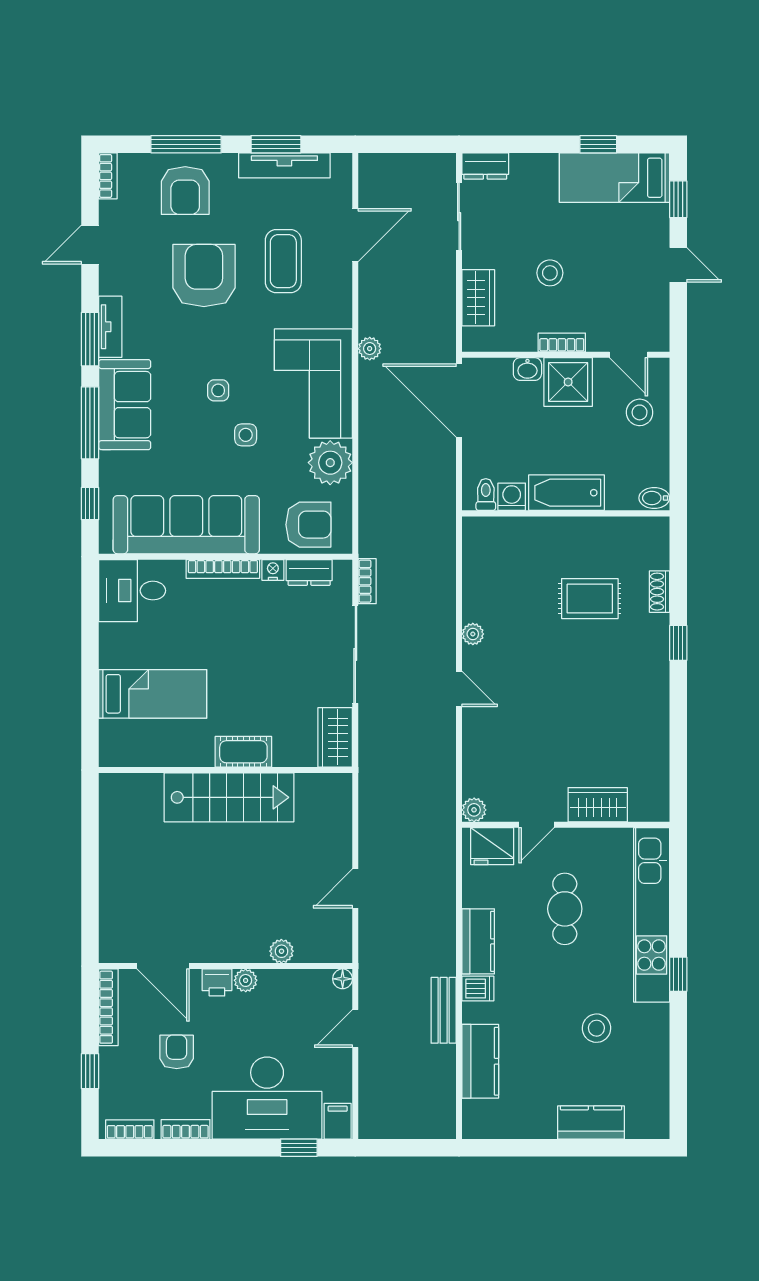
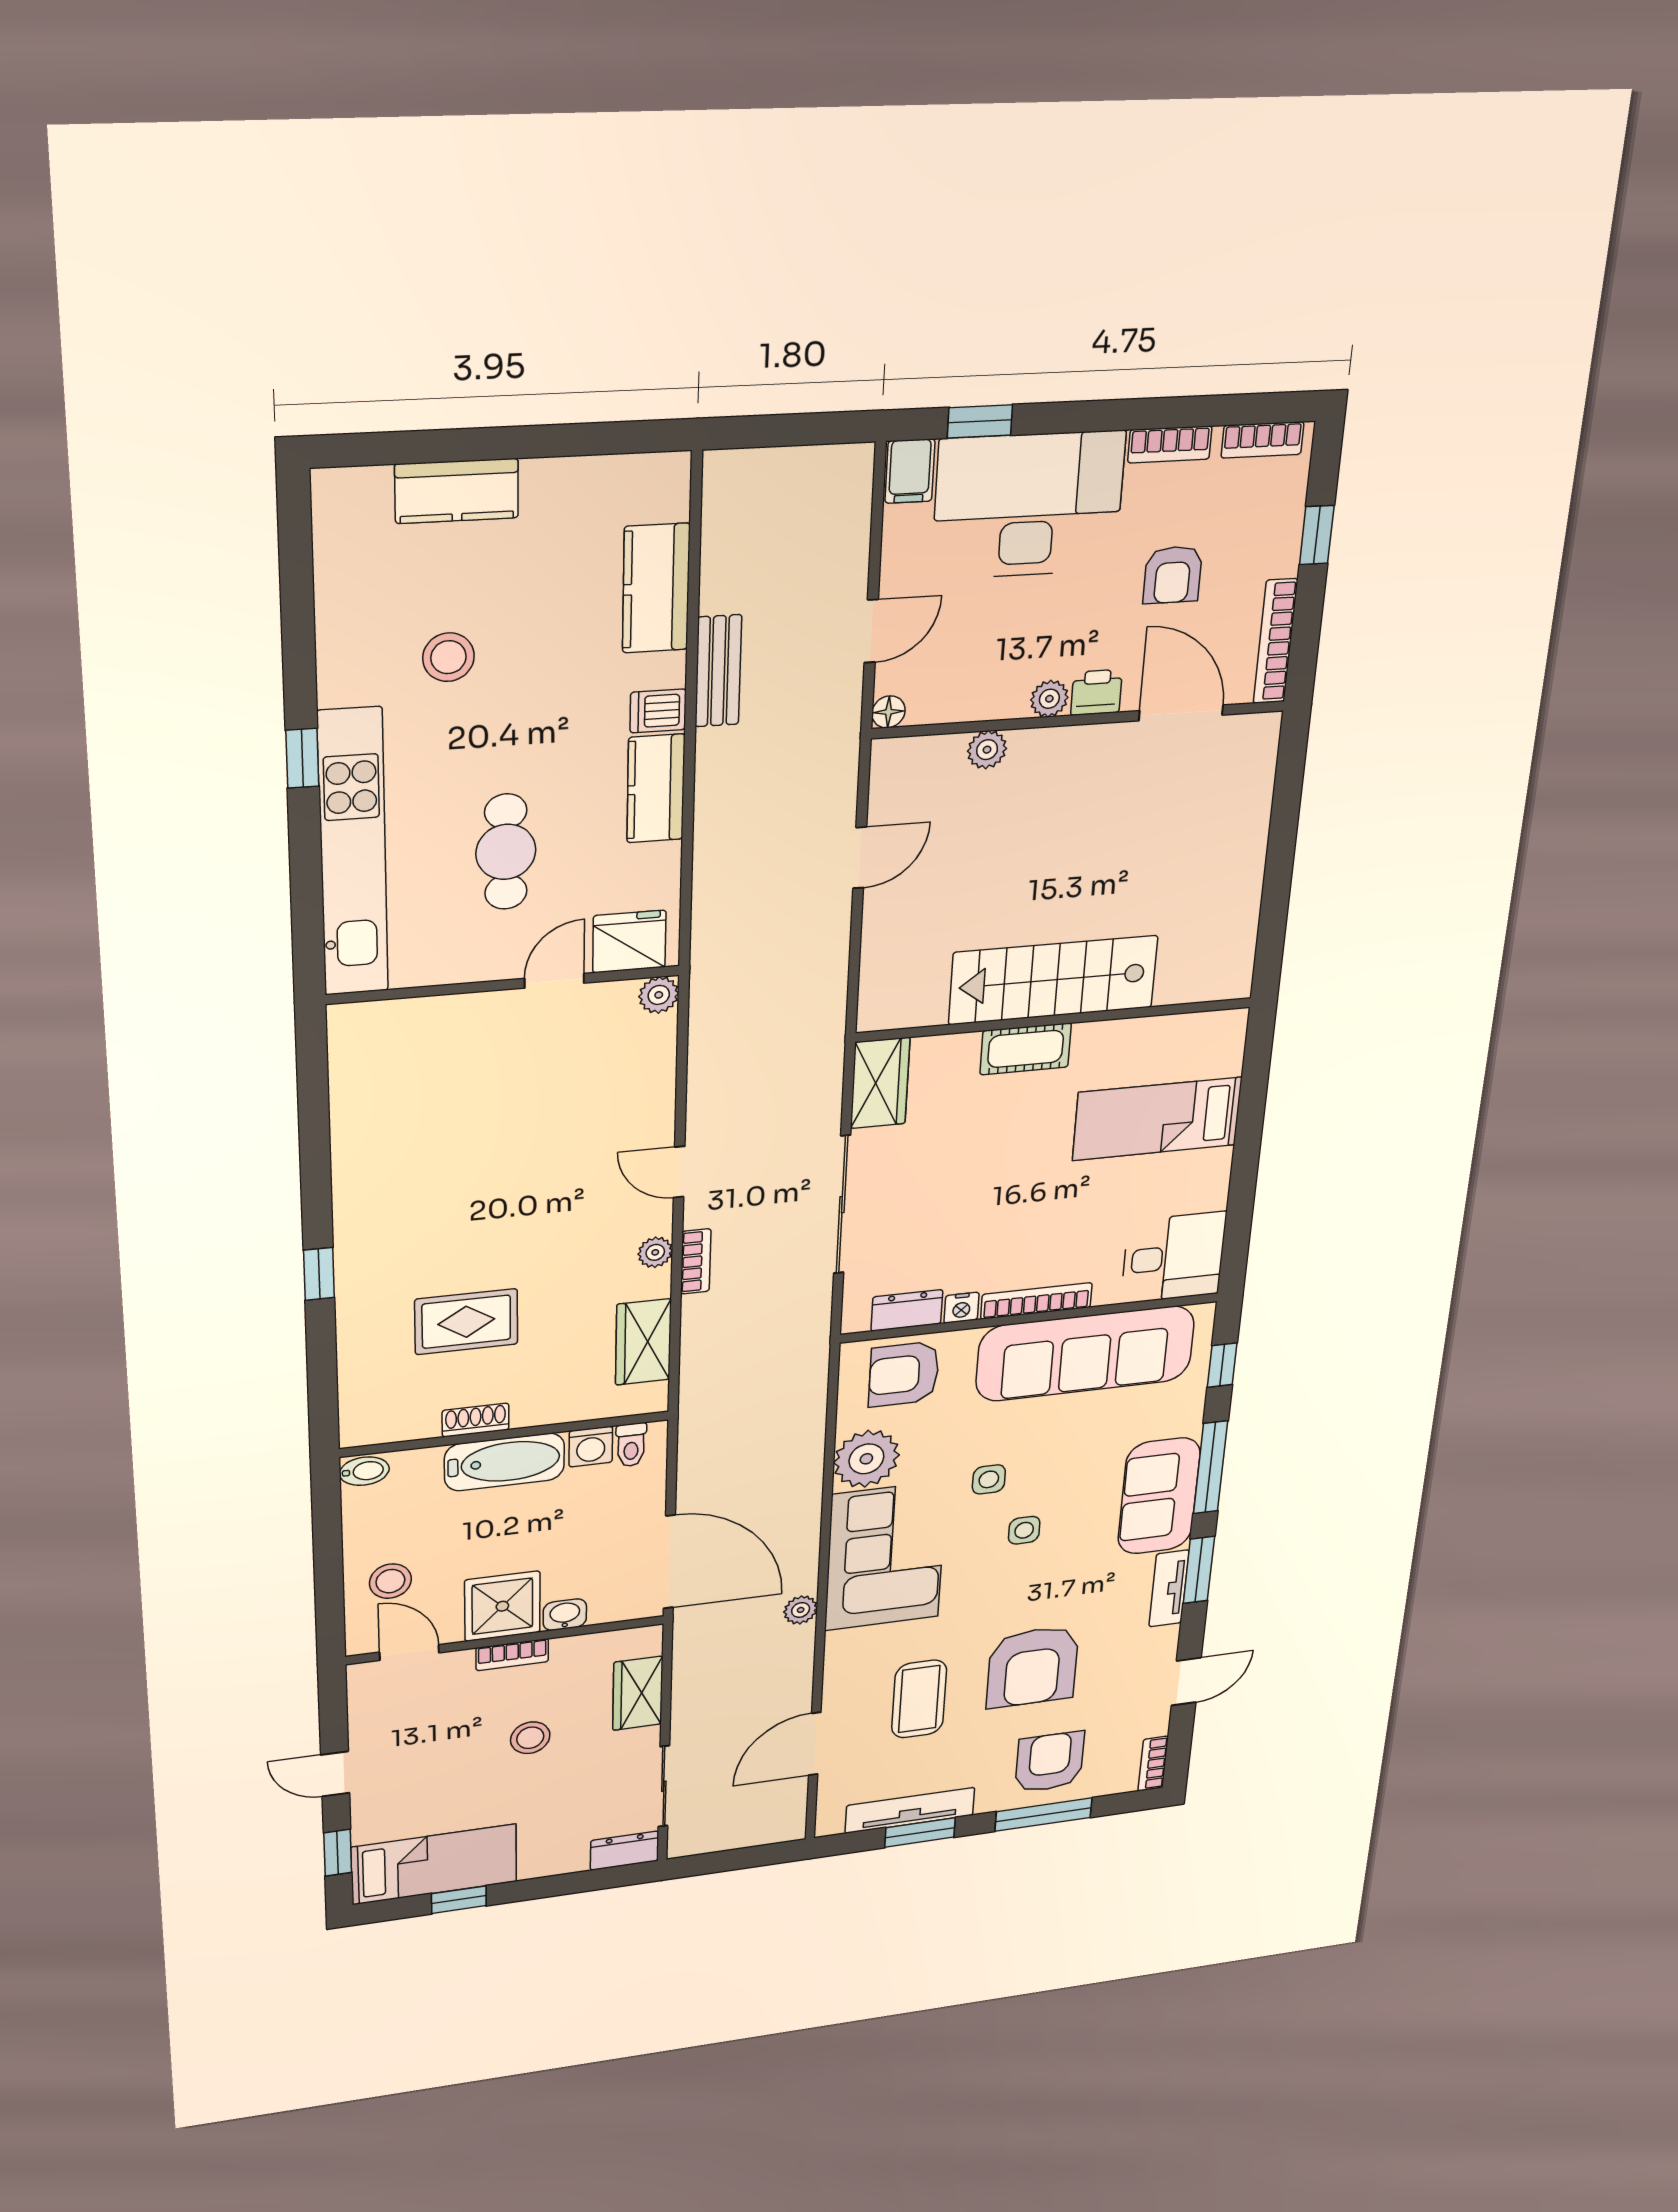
bookcase: (367, 581) -> (696, 1261), moved, turned 180
shoe rack: (659, 592) -> (476, 1420), moved, turned -90
wardrobe: (598, 805) -> (643, 1342), moved, turned 90

